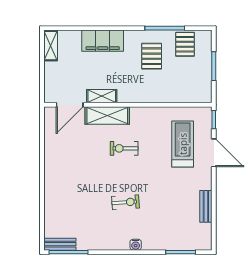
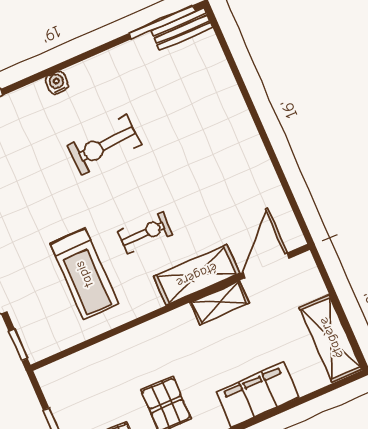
shelving: (51, 46) -> (331, 338), width x1.50, depth x1.33
treadmill: (183, 144) -> (84, 274), moved
exercise bike: (125, 202) -> (104, 145), width x1.38, depth x1.39

